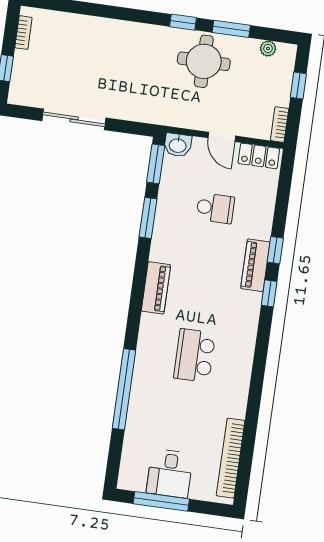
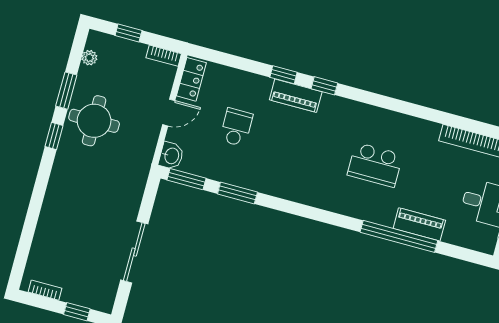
piano: (156, 288) -> (419, 224), moved

